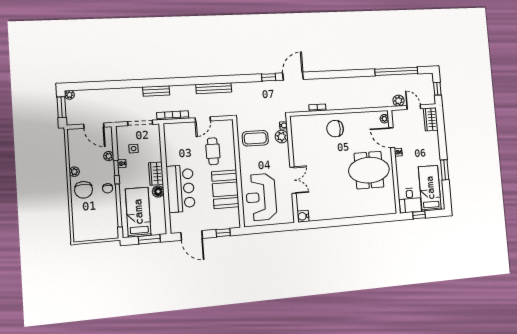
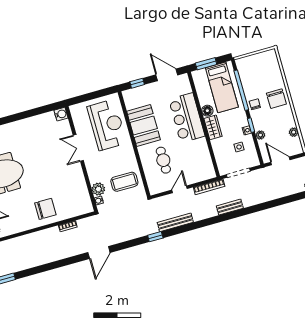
window: (269, 77) -> (155, 237), moved
plant: (74, 172) -> (294, 132), moved
chair: (84, 190) -> (276, 99), turned 180

